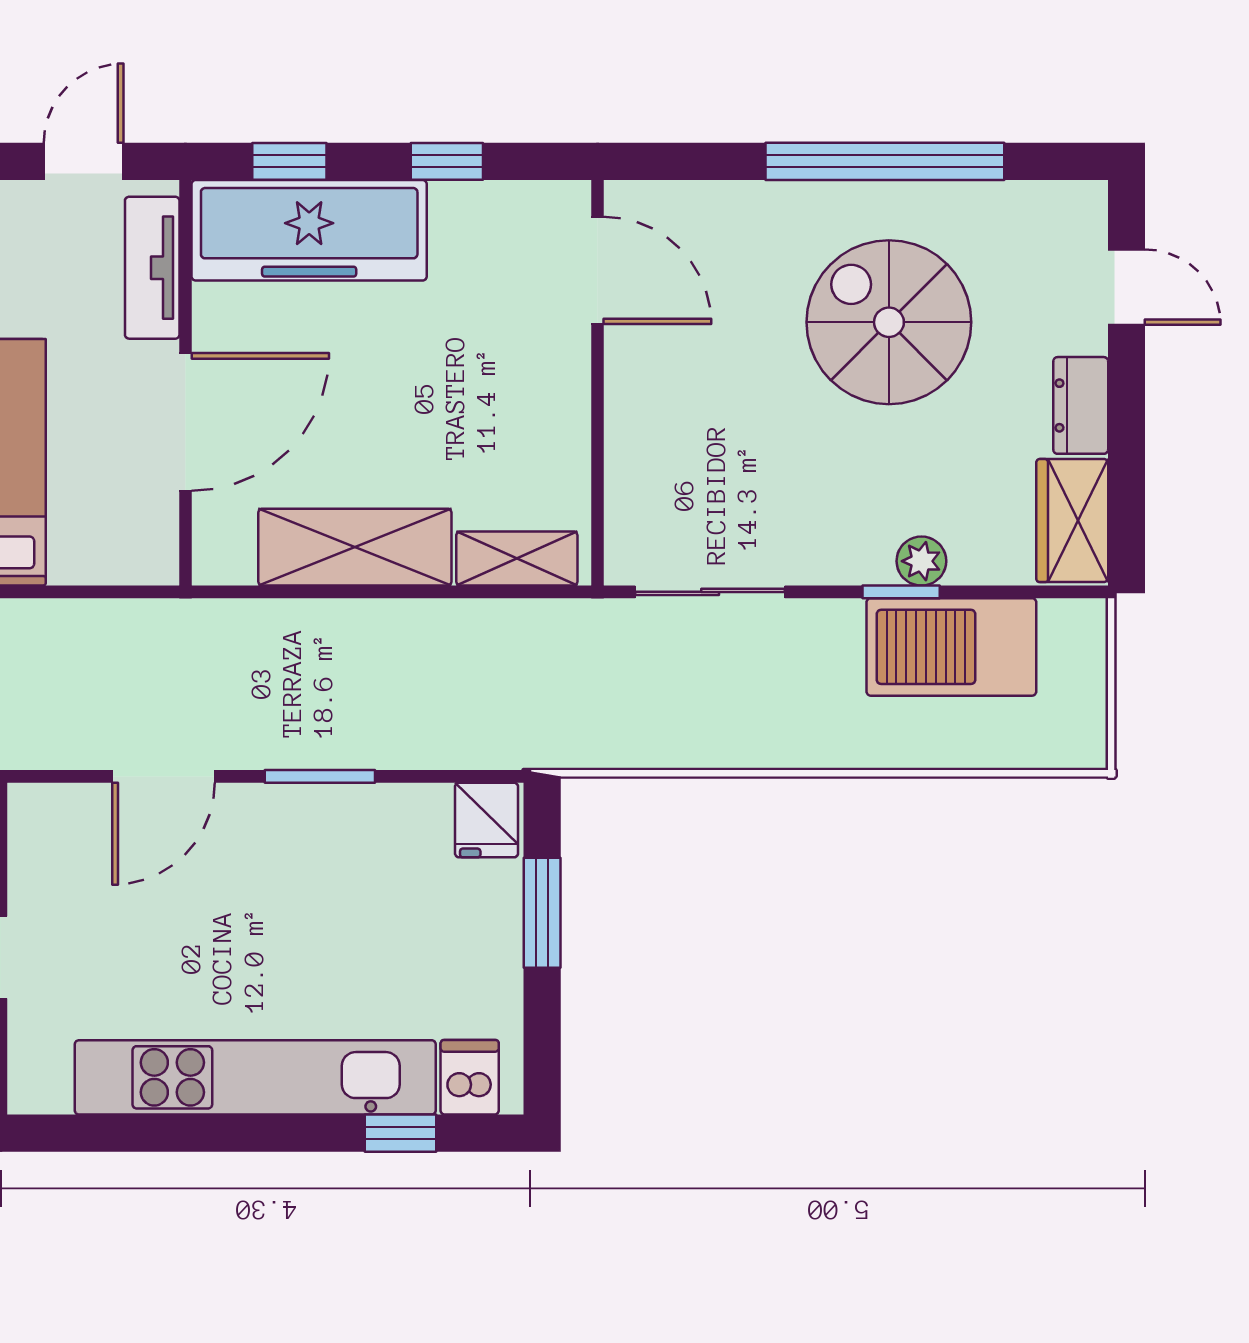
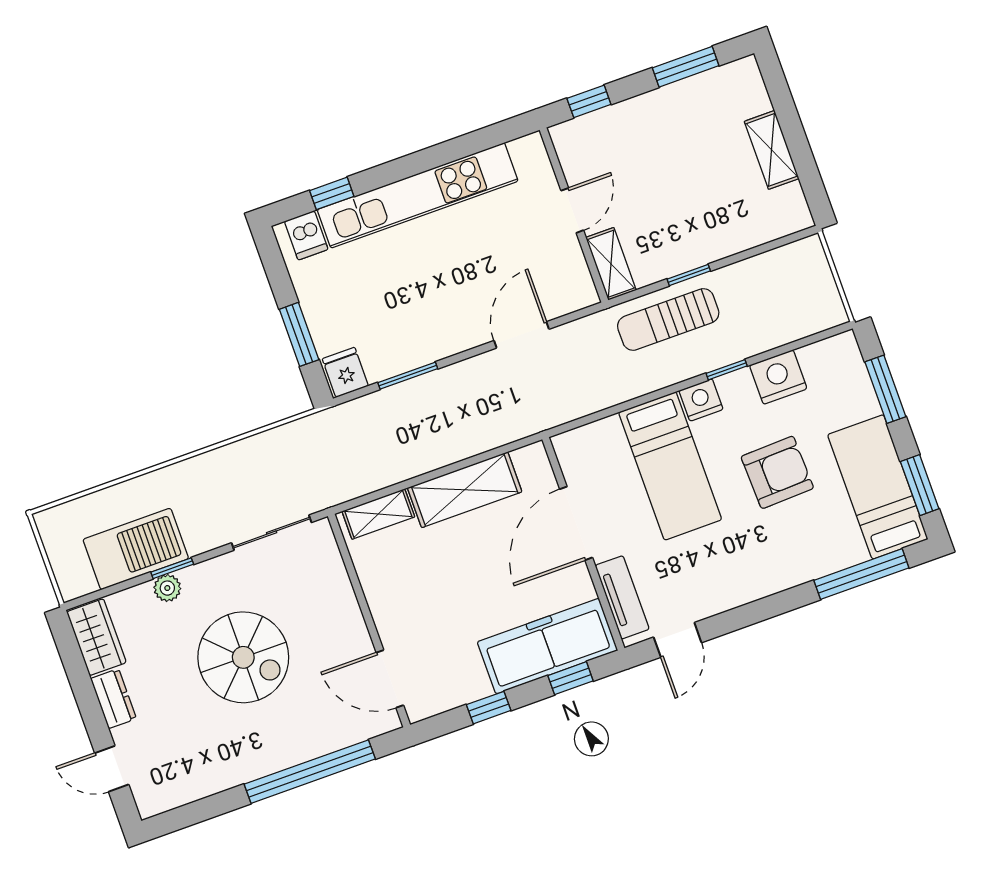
window: (885, 161) -> (310, 772), moved
spiral stairs: (889, 322) -> (243, 657), moved
window: (320, 776) -> (408, 376), moved

